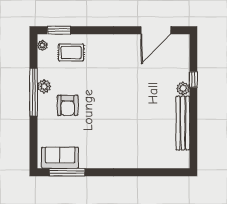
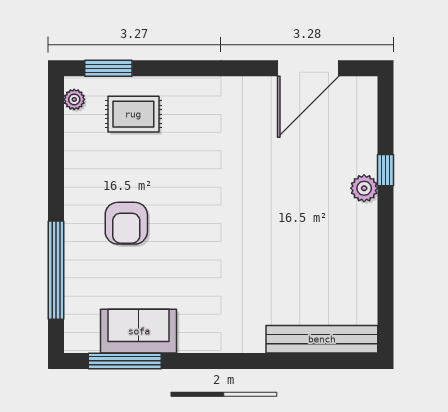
plant: (44, 86) -> (78, 184), removed
window: (34, 92) -> (56, 270), moved
bench: (183, 123) -> (322, 339), moved, turned 90
sofa: (60, 158) -> (139, 331), moved

